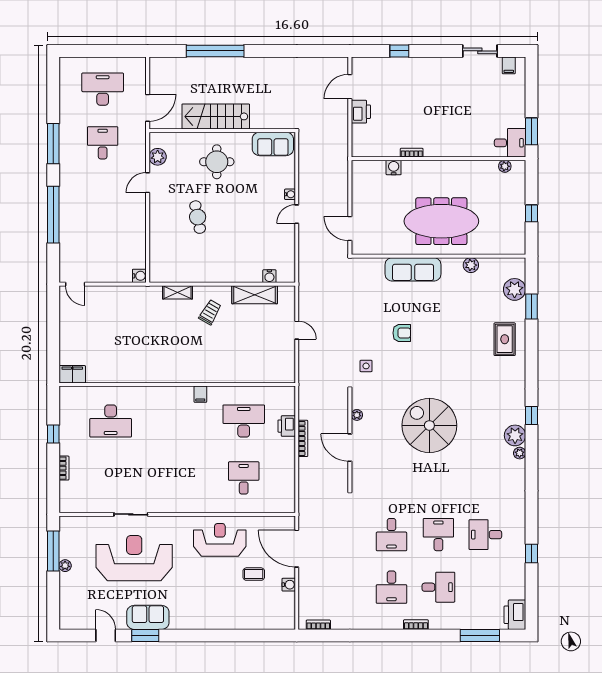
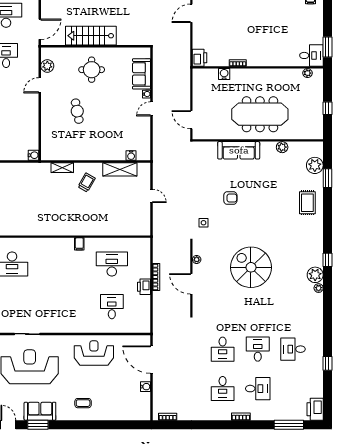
printer: (361, 112) -> (200, 58), moved
sofa: (273, 144) -> (142, 74), moved, turned 90
printer: (287, 426) -> (144, 287), moved
coffee table: (254, 574) -> (83, 403), moved

